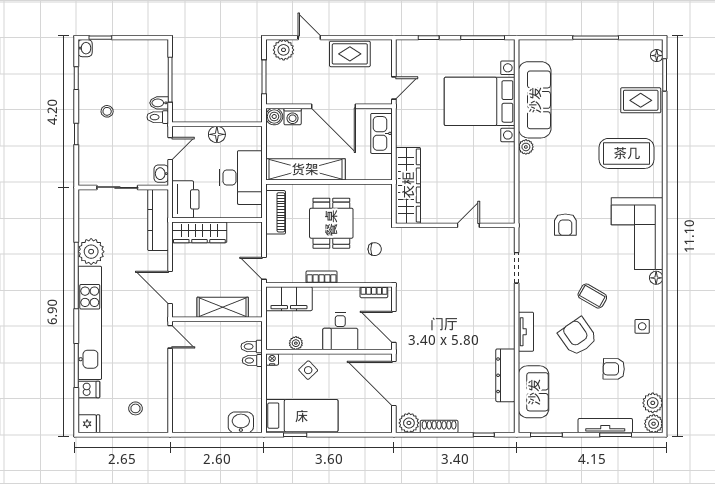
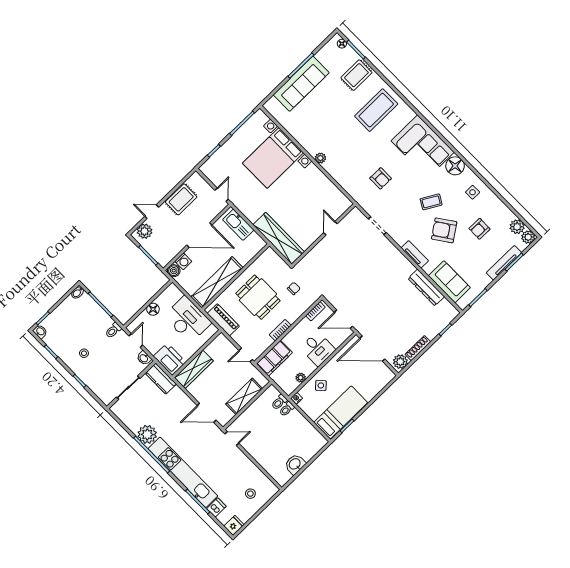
sofa: (535, 100) -> (301, 84), moved, turned 90
bidet: (159, 103) -> (78, 292), moved
kitchen counter: (158, 220) -> (161, 379), width x0.67
floor lamp: (656, 278) -> (455, 166), width x1.89, depth x1.89
washbasin: (241, 422) -> (295, 464), moved

